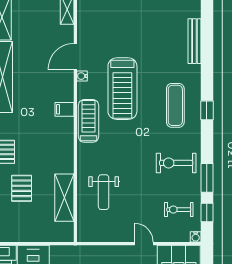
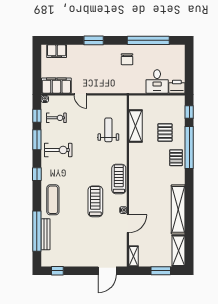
window: (207, 46) -> (37, 231), added
treadmill: (122, 89) -> (95, 201), width x0.73, depth x0.73
exercise mat: (175, 105) -> (53, 200), moved
filing cabinet: (65, 109) -> (135, 187), removed
window: (207, 110) -> (37, 174), moved
treadmill: (89, 121) -> (119, 179), turned 180

